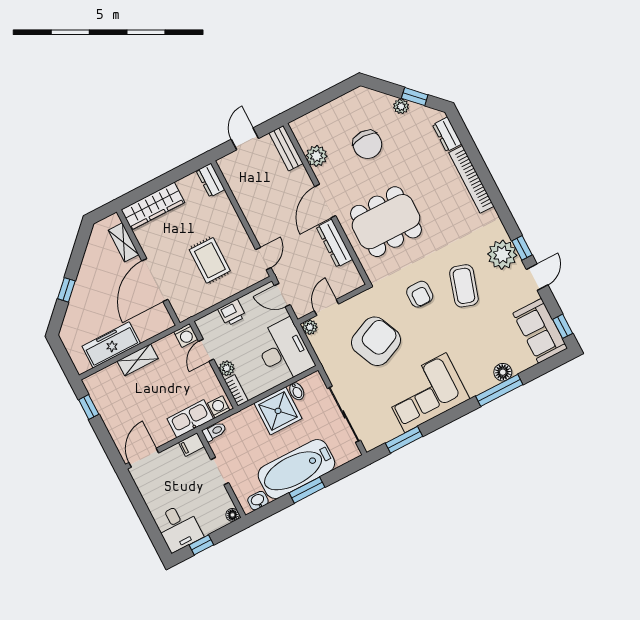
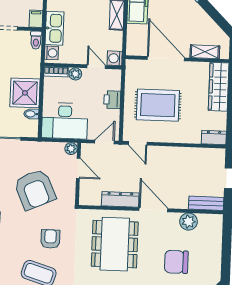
rug: (210, 260) -> (158, 105), width x1.36, depth x1.43
armchair: (420, 294) -> (50, 239), turned 90

